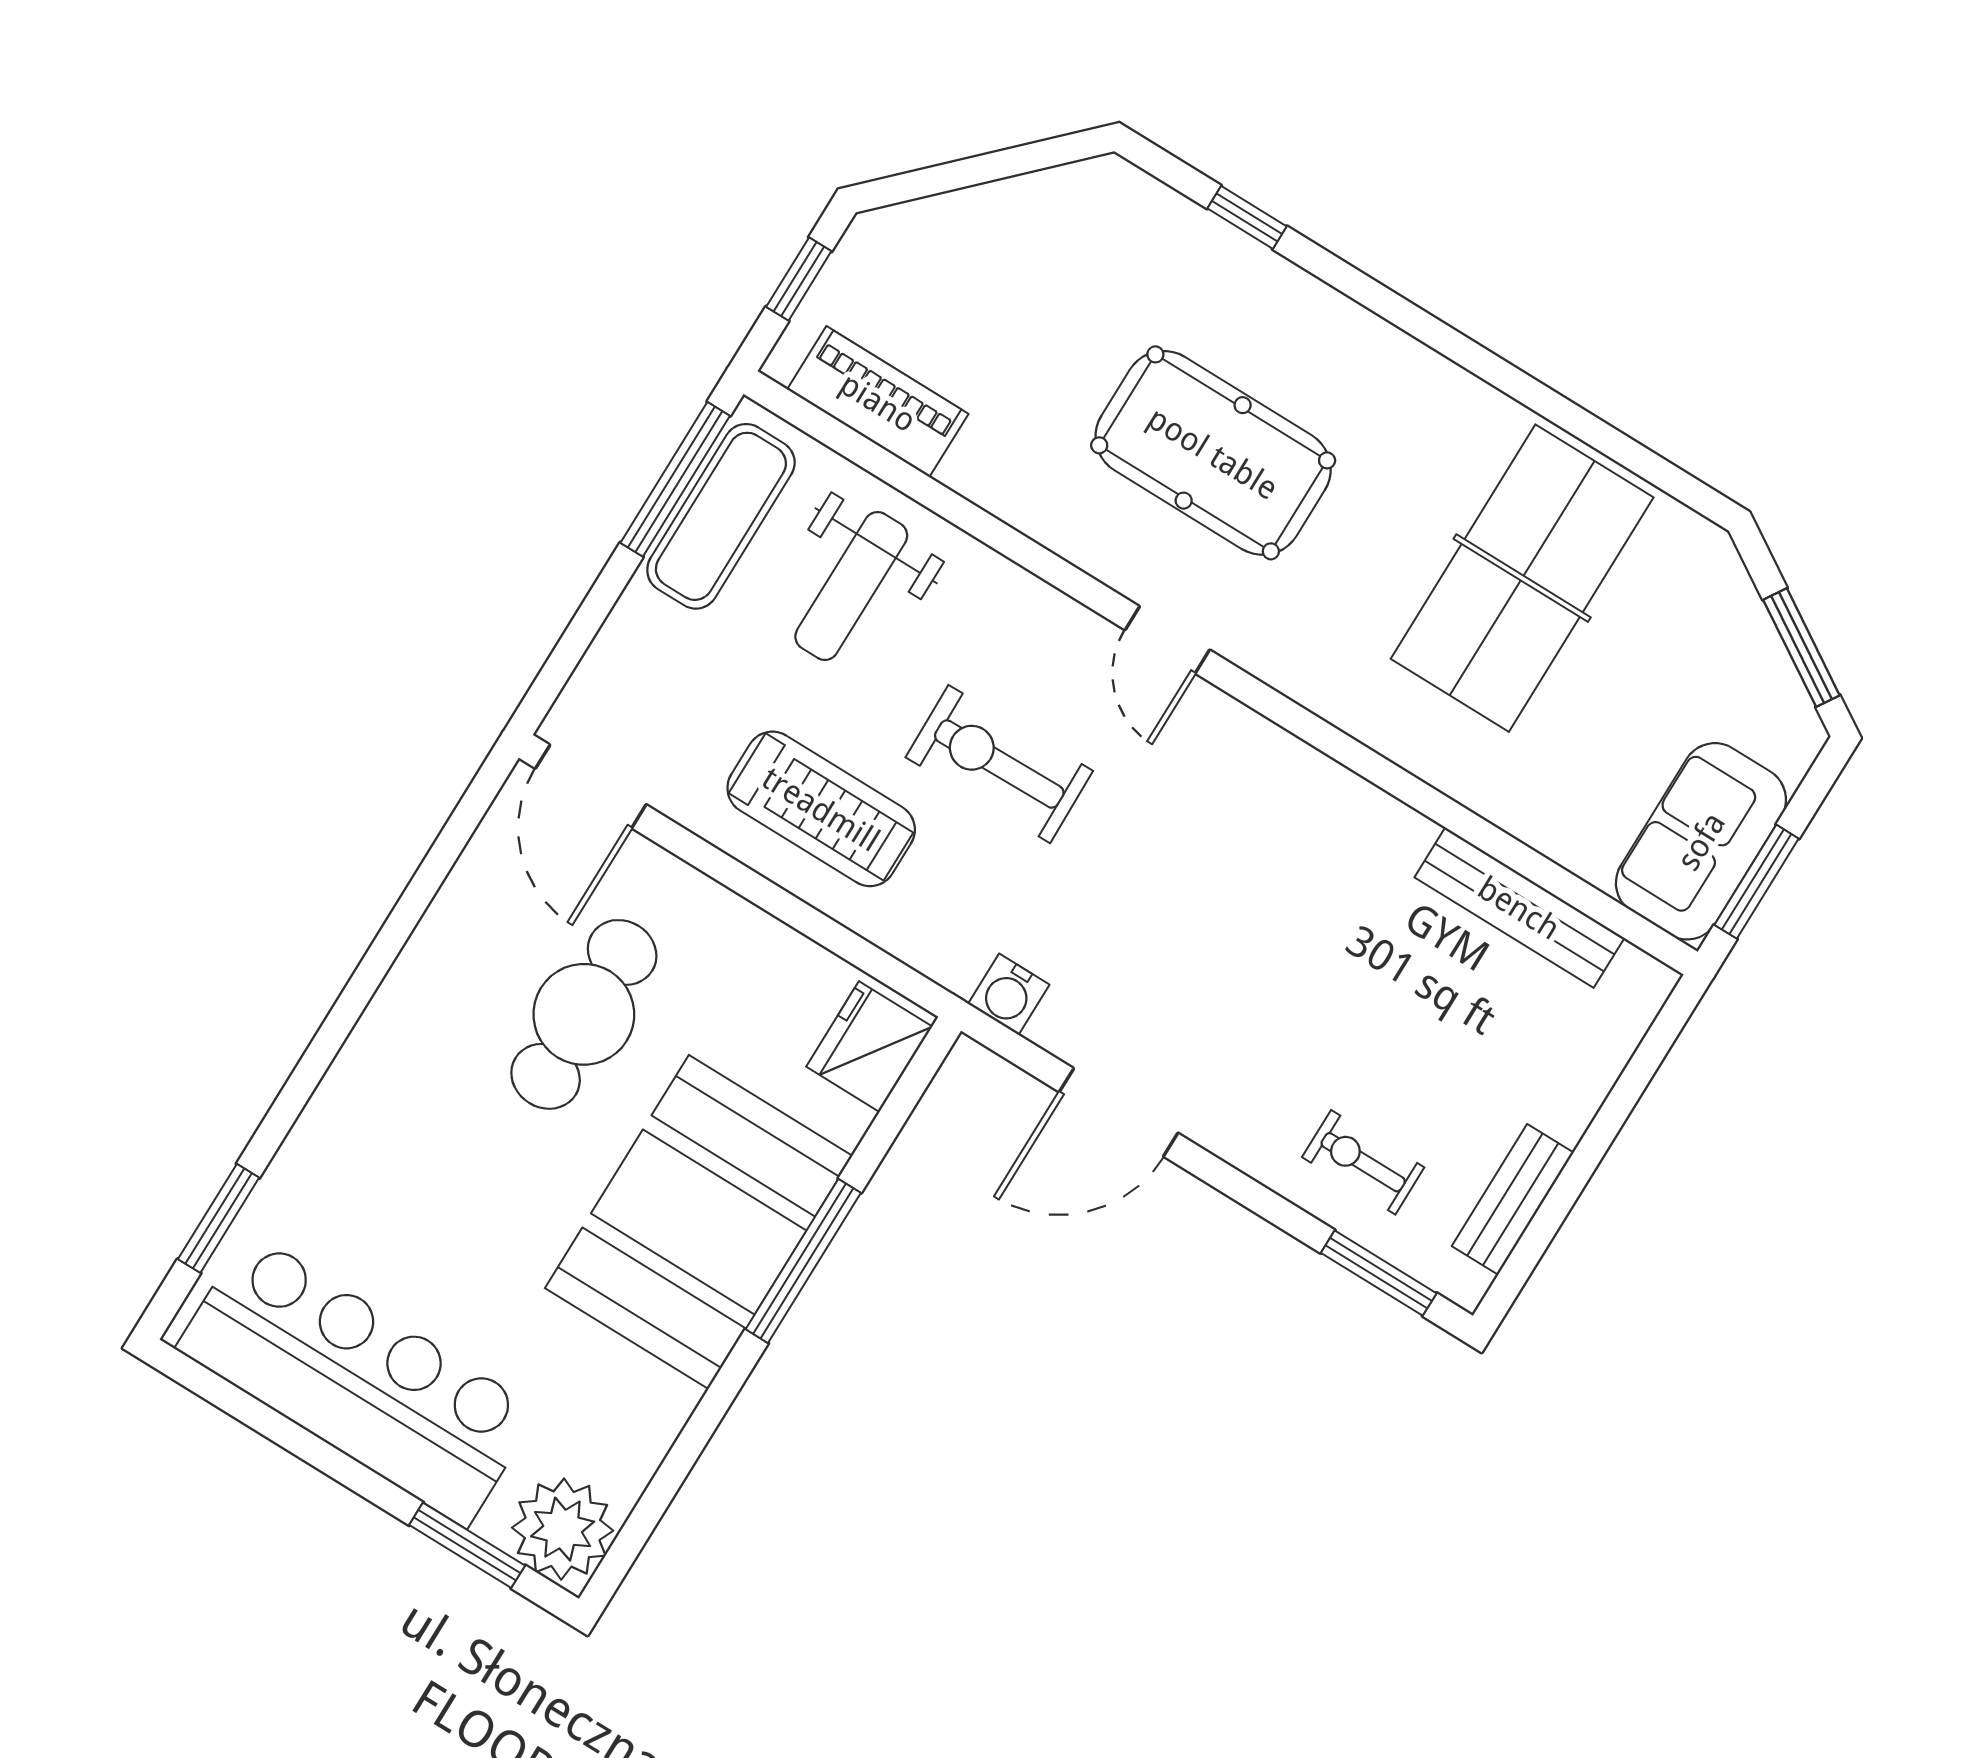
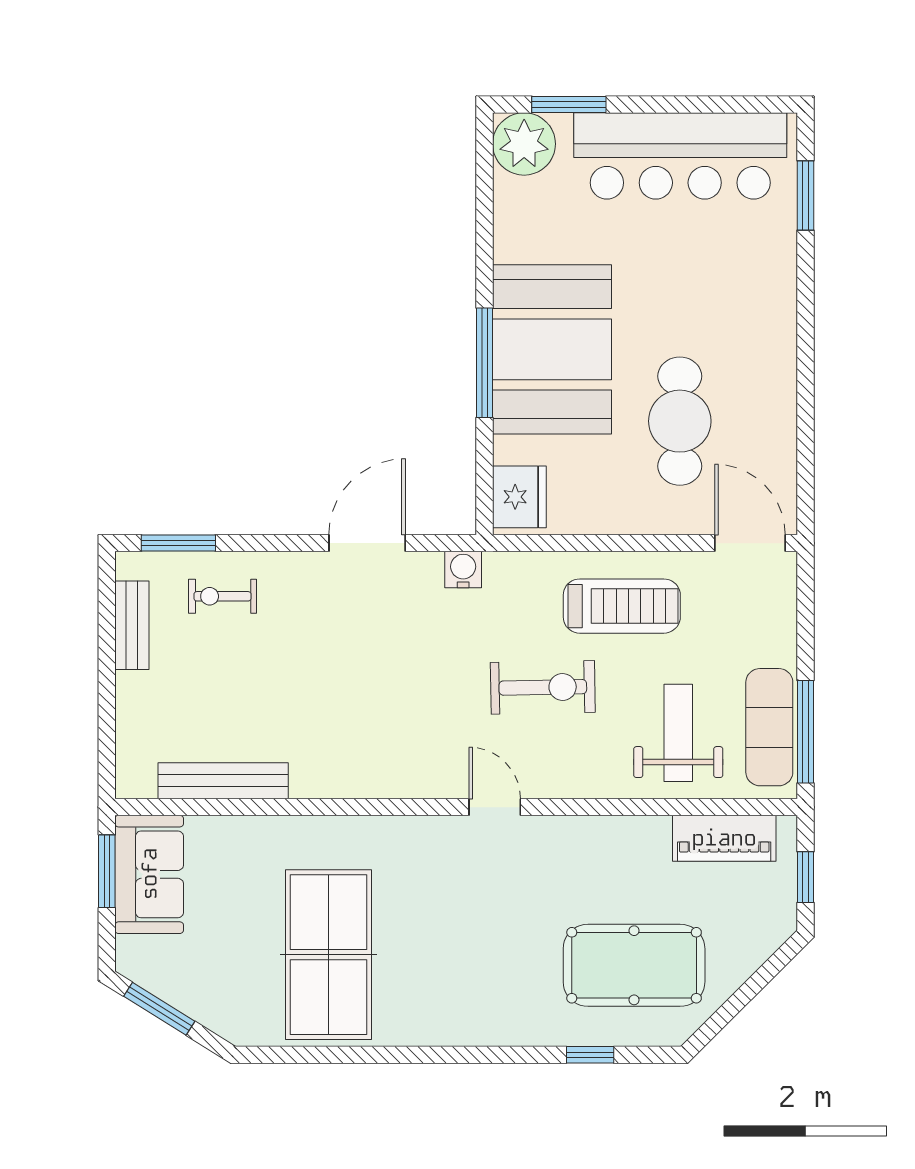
pool table: (1213, 453) -> (634, 965), moved
treadmill: (821, 809) -> (622, 606), turned 180
exercise bike: (1363, 1162) -> (222, 596), turned 180

